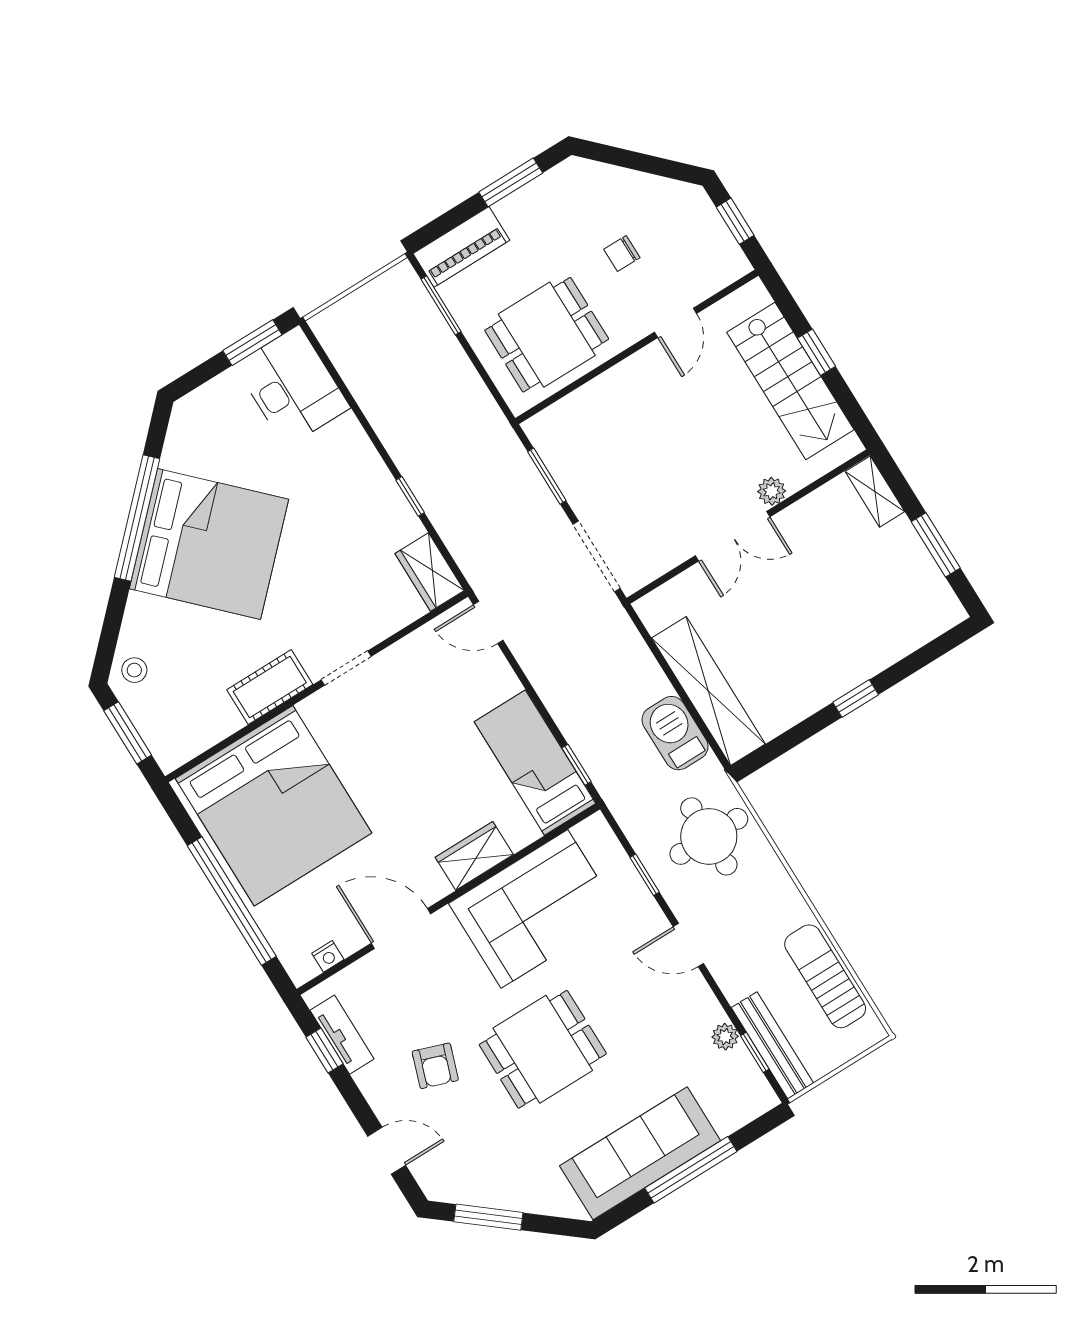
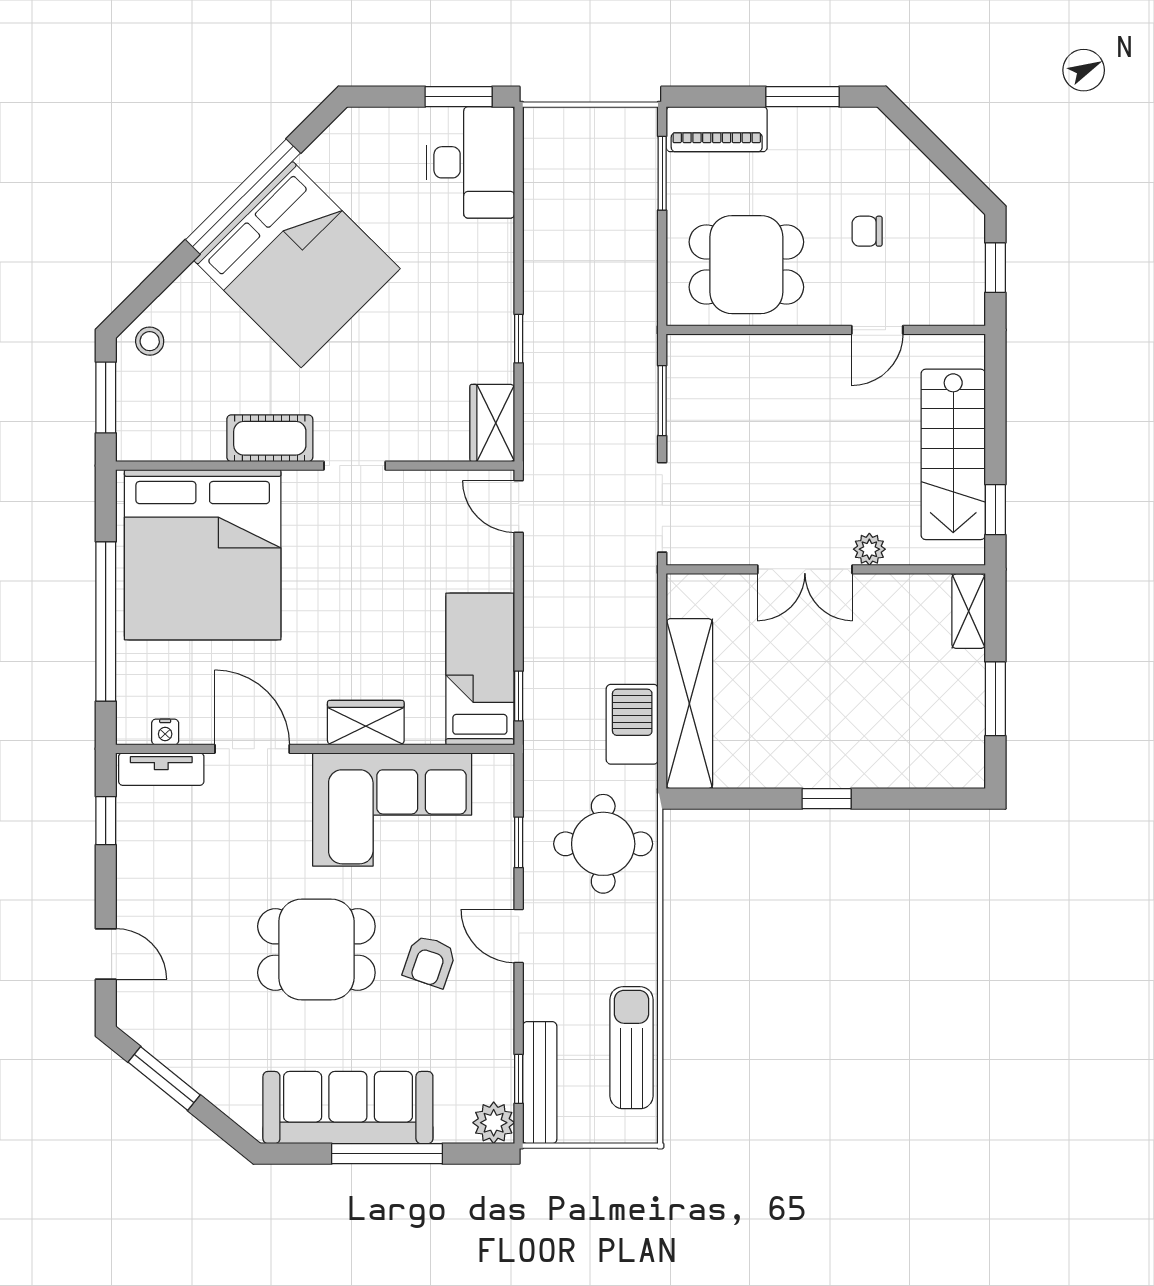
window: (816, 352) -> (995, 510), moved
tv unit: (342, 1035) -> (161, 769), moved, turned 90
plant: (725, 1037) -> (494, 1123), moved, width x1.38, depth x1.38
armchair: (435, 1066) -> (429, 961), moved

